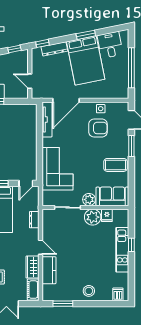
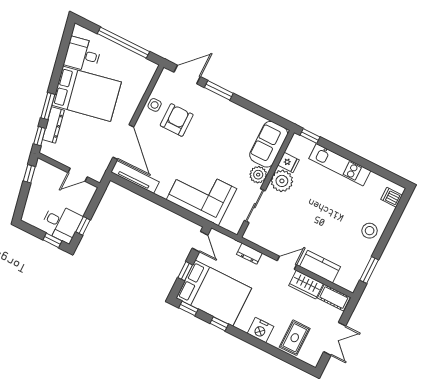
window: (86, 35) -> (48, 106), moved
coffee table: (116, 165) -> (232, 121), removed
window: (131, 245) -> (310, 136), moved

